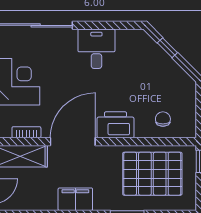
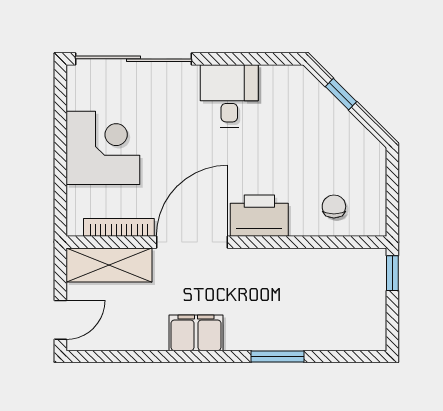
bookcase: (26, 132) -> (119, 227), width x1.56
pallet: (152, 174) -> (317, 293), removed

